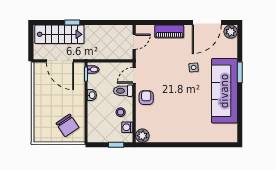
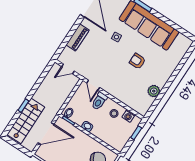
door: (134, 42) -> (68, 69), swing flipped
armchair: (146, 98) -> (137, 61), moved
plant: (142, 136) -> (154, 91), moved

